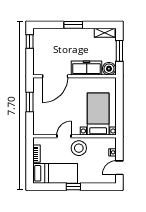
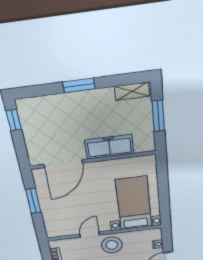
boiler: (109, 69) -> (144, 143), removed

